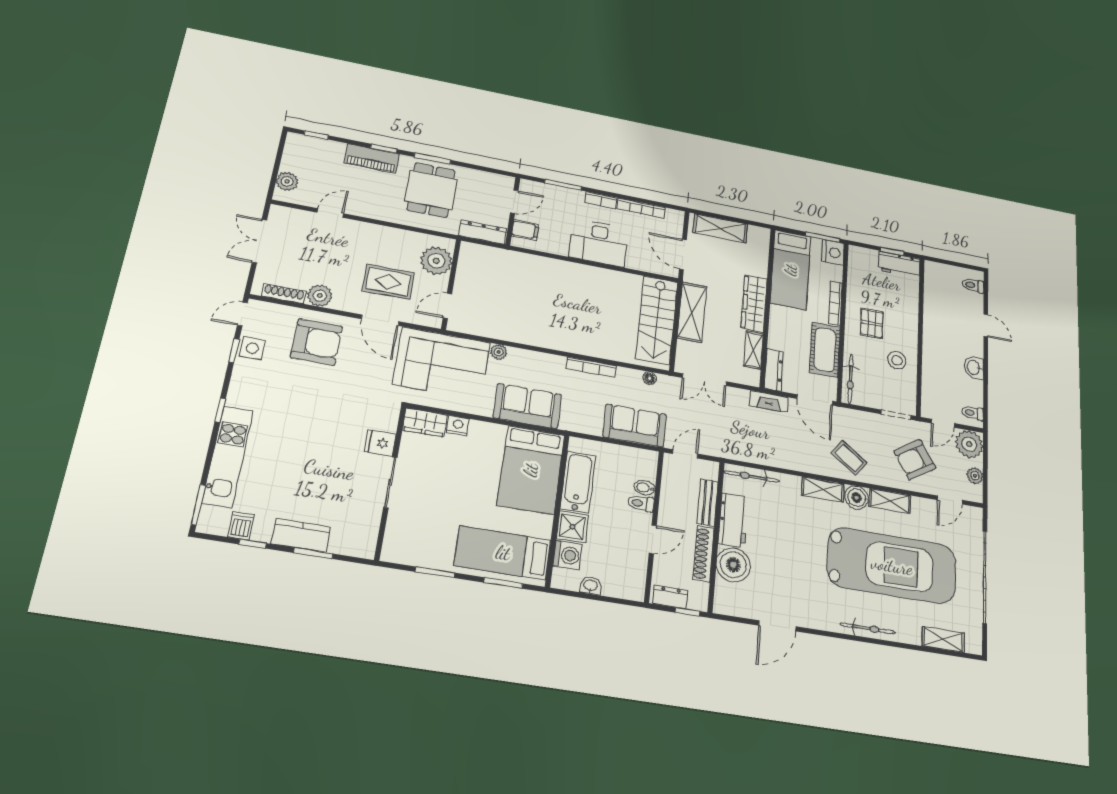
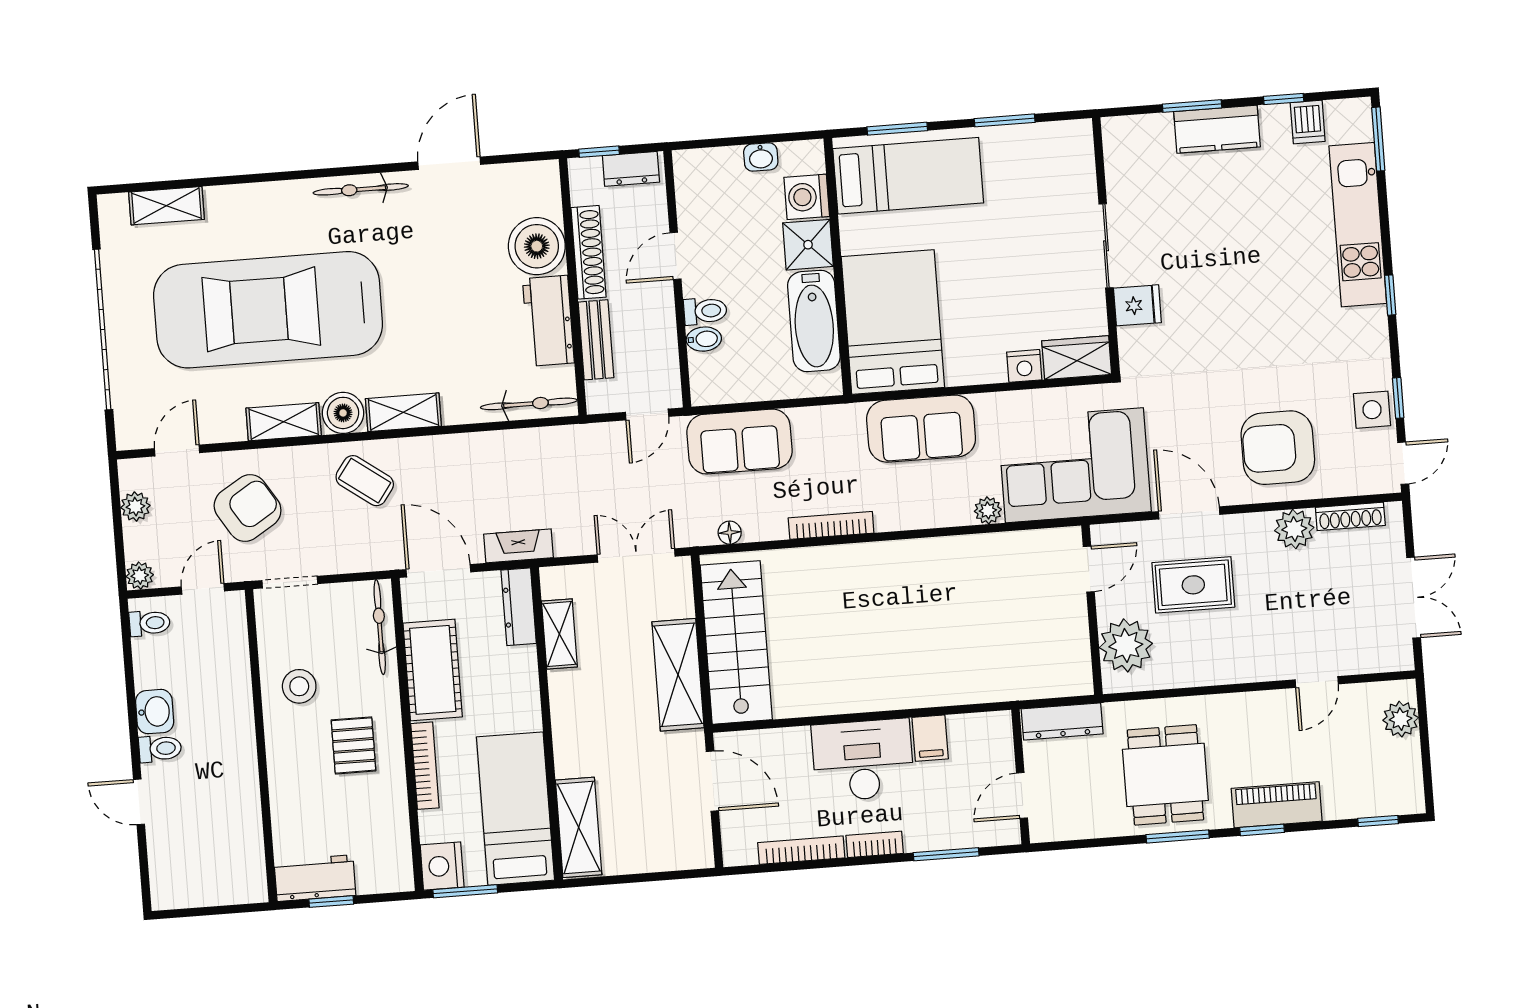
shelving: (720, 228) -> (579, 827), moved, turned 90
filing cabinet: (525, 230) -> (930, 738), moved, turned -90
toilet: (973, 285) -> (160, 749), moved
wardrobe: (754, 303) -> (571, 723), removed
plant: (969, 444) -> (140, 576), width x0.53, depth x0.53
bicycle: (868, 628) -> (361, 189), moved

